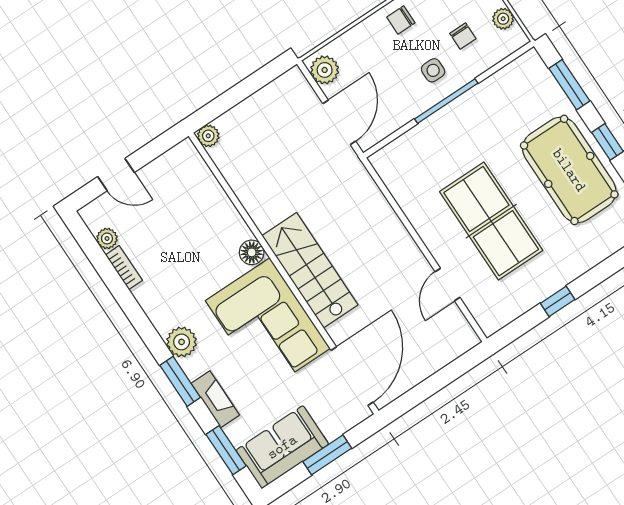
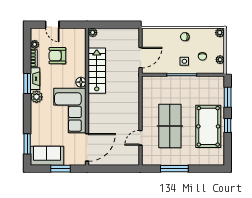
plant: (325, 70) -> (147, 36), removed
armchair: (168, 230) -> (57, 56), added
stairs: (310, 270) -> (97, 71), moved
window: (558, 301) -> (174, 169), width x2.17
window: (180, 381) -> (27, 83), moved
fireplace: (215, 399) -> (35, 79), moved

